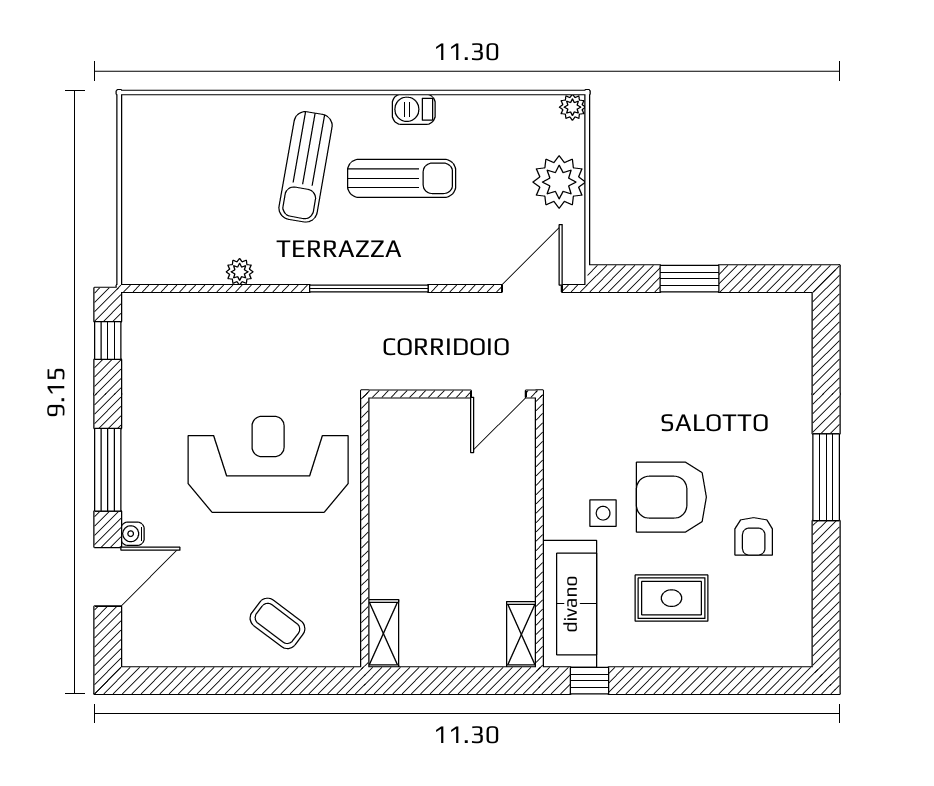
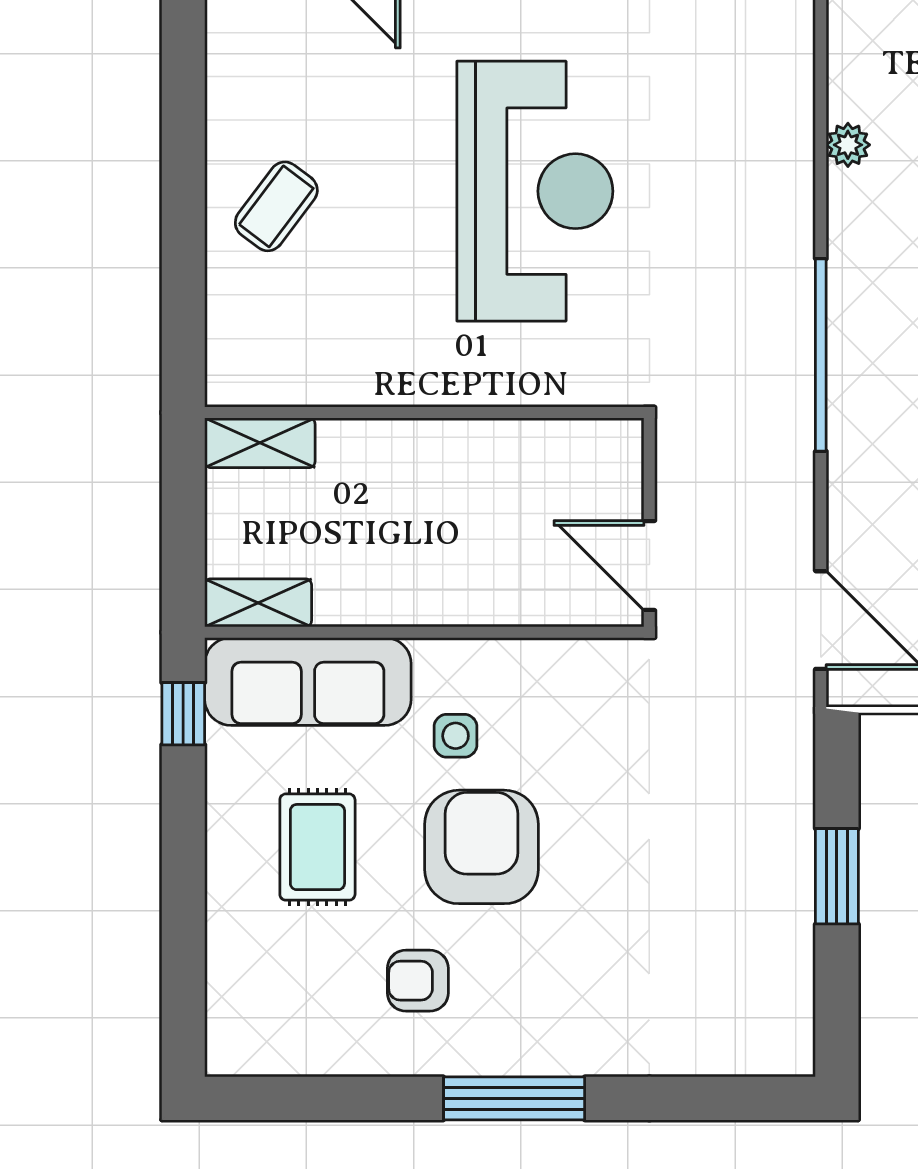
wall: (365, 532) -> (424, 413), moved
shelving: (383, 634) -> (260, 443), moved

